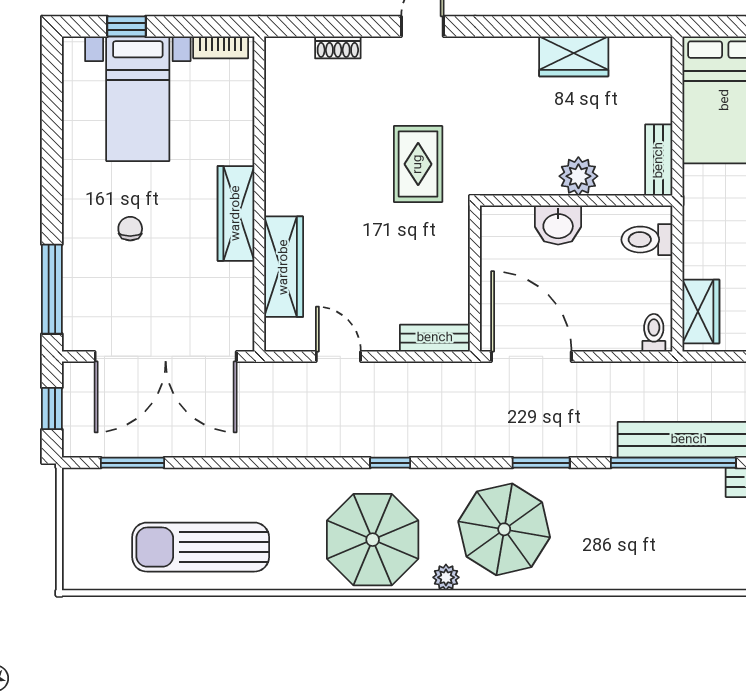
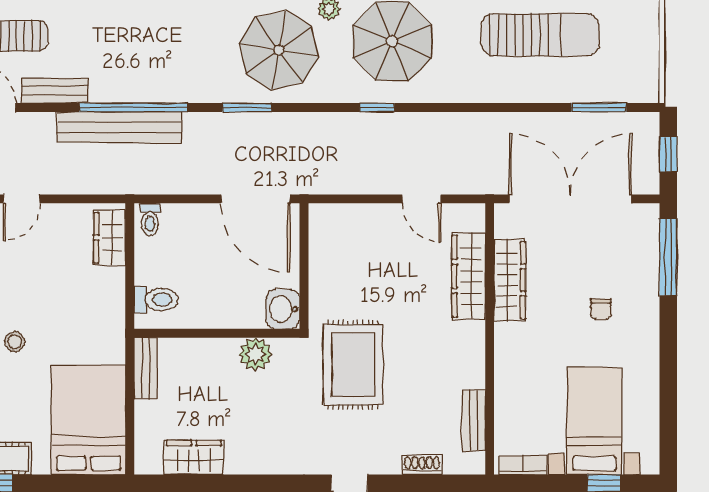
wardrobe: (574, 56) -> (194, 457), moved
rug: (418, 164) -> (353, 365), width x1.36, depth x1.43
plant: (578, 176) -> (255, 354), moved
wardrobe: (236, 213) -> (510, 280), moved
washbasin: (558, 225) -> (283, 309), moved, turned -90
bench: (435, 338) -> (474, 421), moved, turned 90

